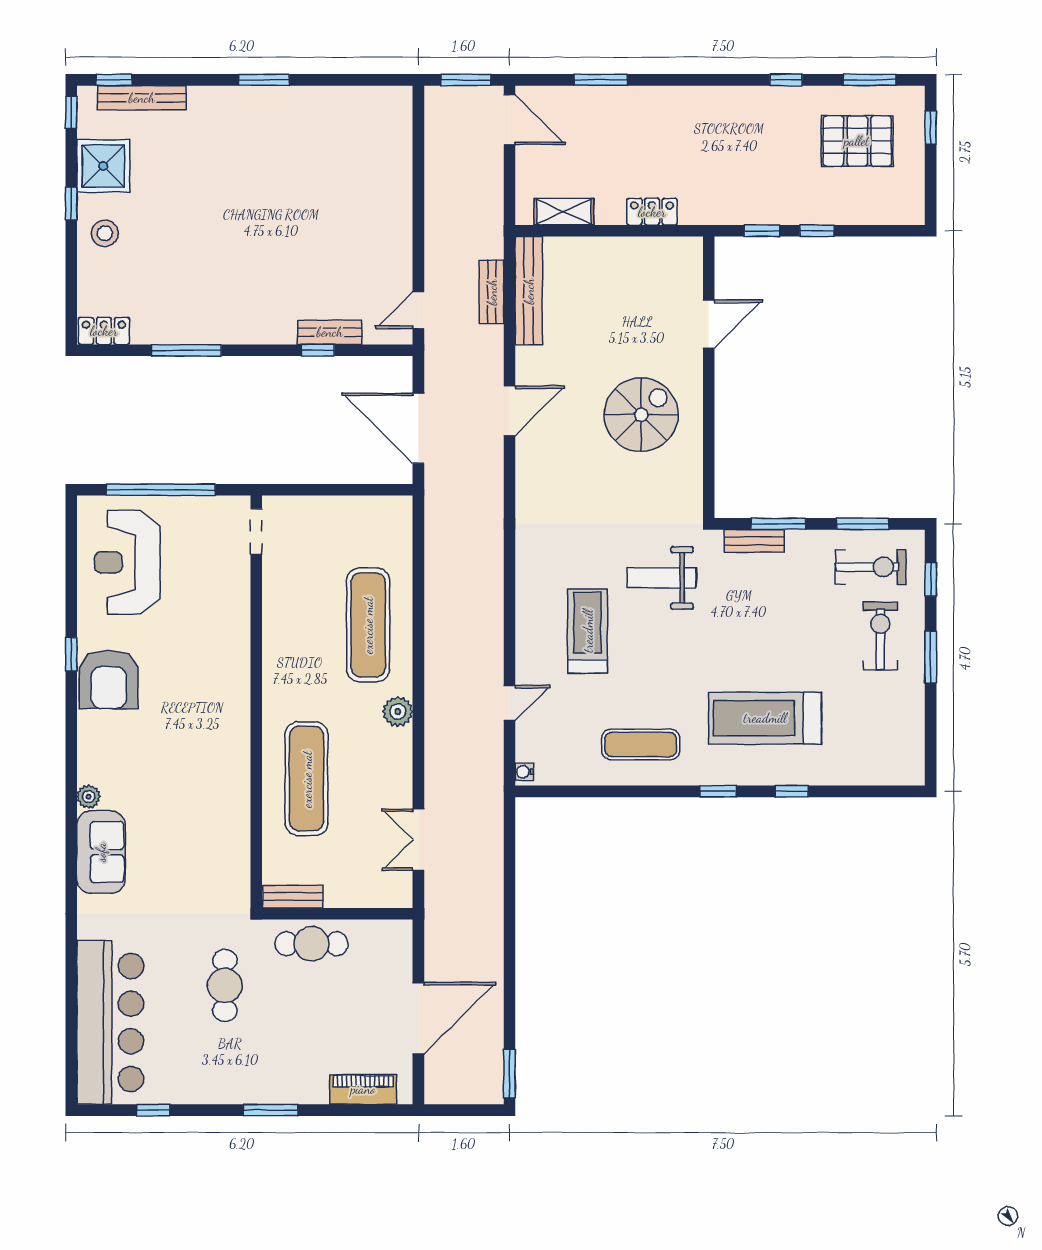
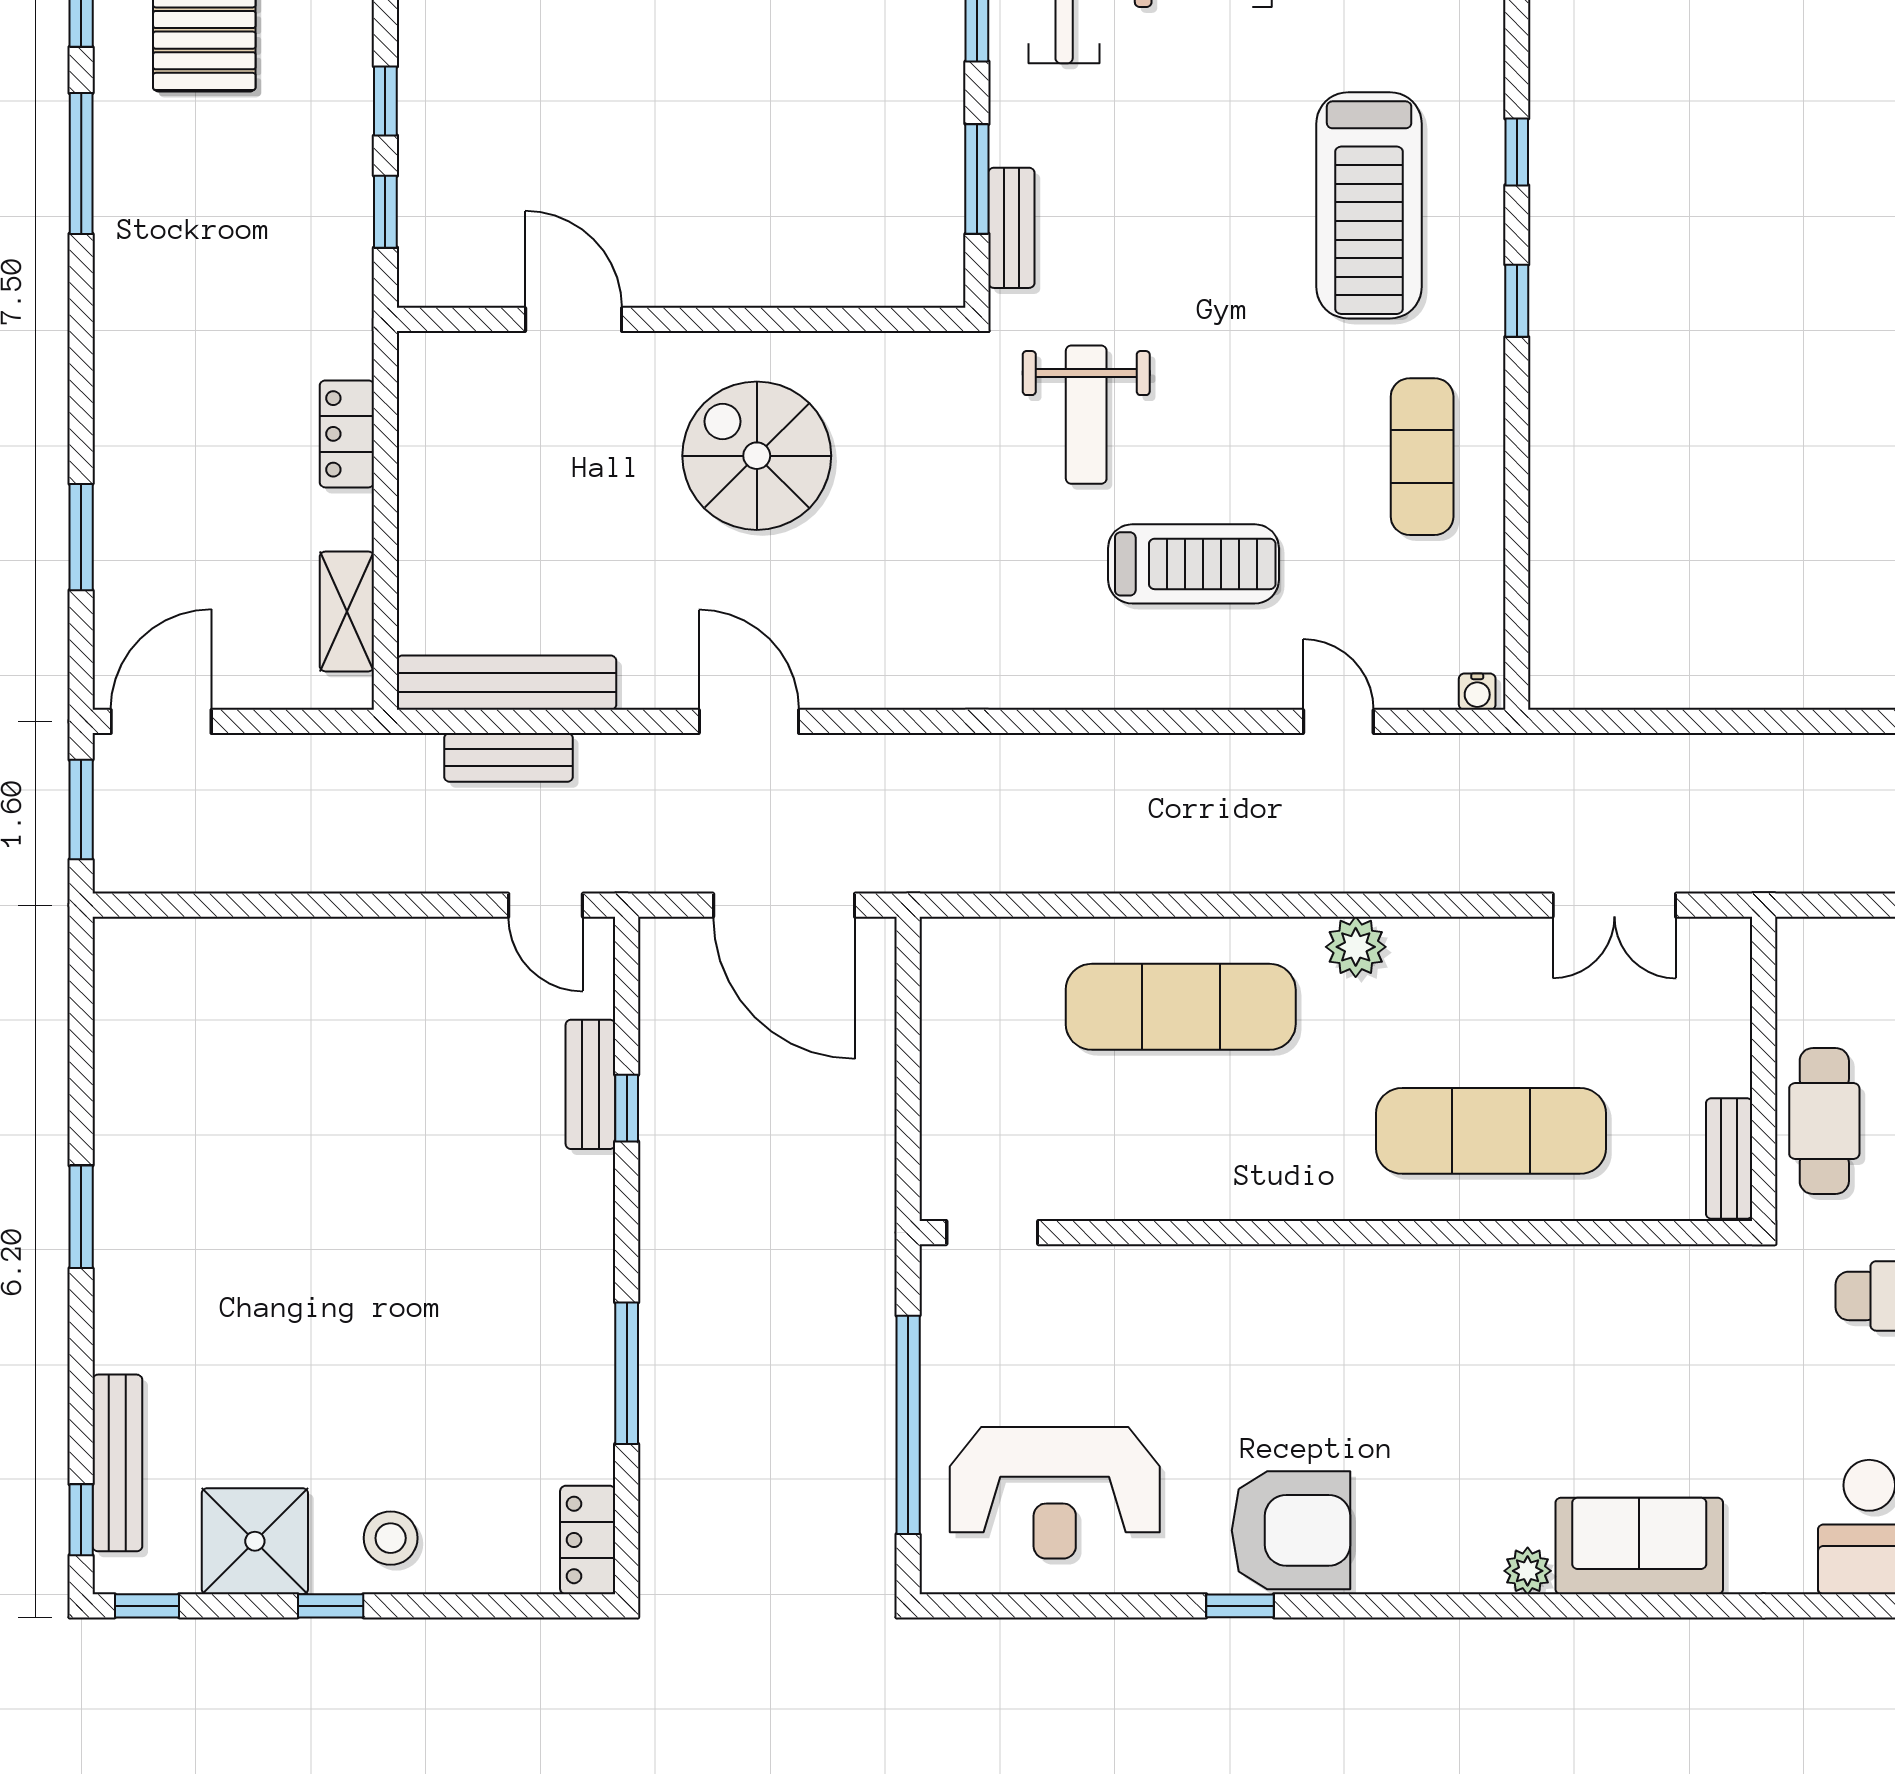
window: (786, 80) -> (81, 163), width x2.17
door: (418, 428) -> (784, 905), hinge flipped
treadmill: (588, 631) -> (1193, 564), turned 180

